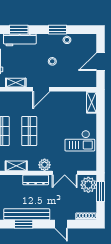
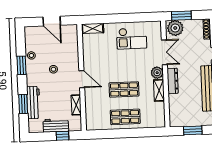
checkout: (80, 141) -> (132, 38), turned 90
shelving: (16, 166) -> (159, 90), moved

